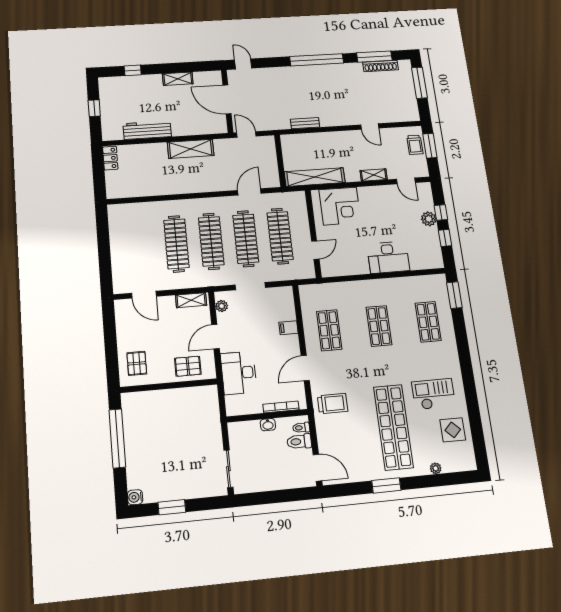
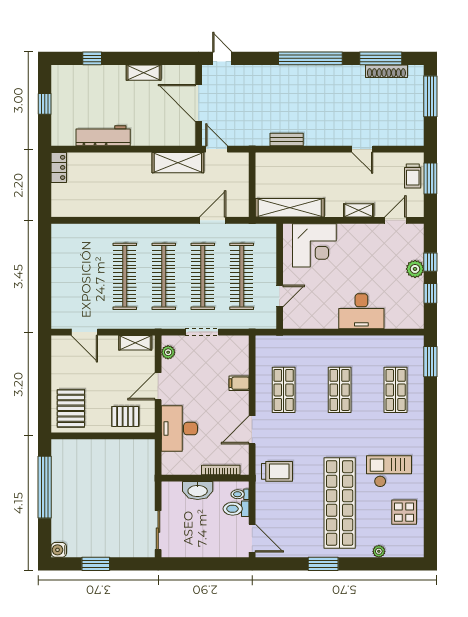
shelving: (191, 149) -> (178, 163), moved
door: (406, 181) -> (395, 220), swing flipped
pallet: (137, 363) -> (71, 408), width x1.50, depth x1.42
washbasin: (268, 425) -> (198, 490), width x1.91, depth x1.45

